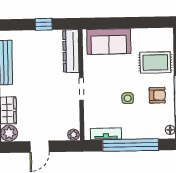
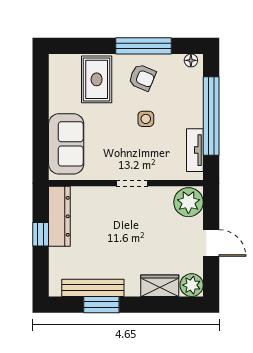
dresser: (71, 51) -> (59, 216), moved, turned -90
armchair: (157, 95) -> (142, 78), turned 113
plant: (73, 135) -> (188, 202), width x1.87, depth x1.87

